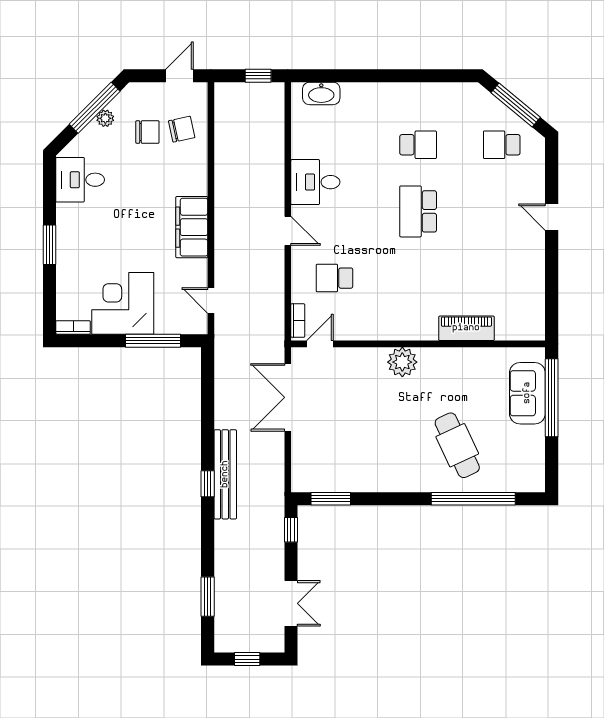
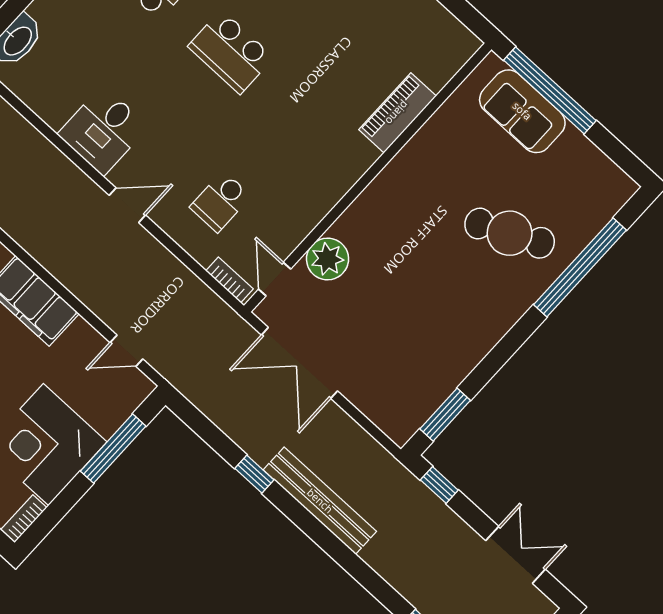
plant: (402, 362) -> (328, 259), moved
window: (208, 484) -> (254, 474), moved

